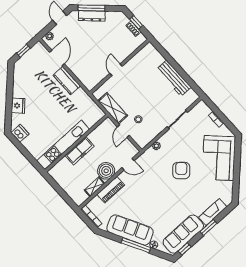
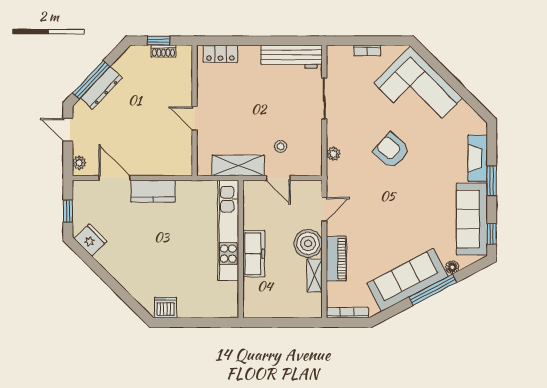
locker: (155, 55) -> (220, 54), added
workbench: (174, 78) -> (291, 57), moved
fridge: (18, 106) -> (91, 240), moved
kitchen unit: (63, 145) -> (228, 230), moved

